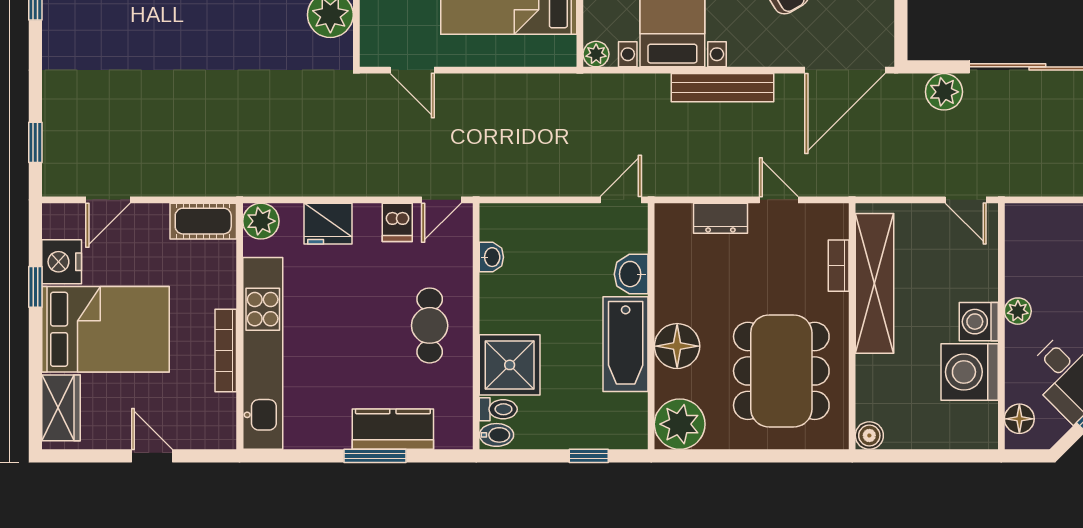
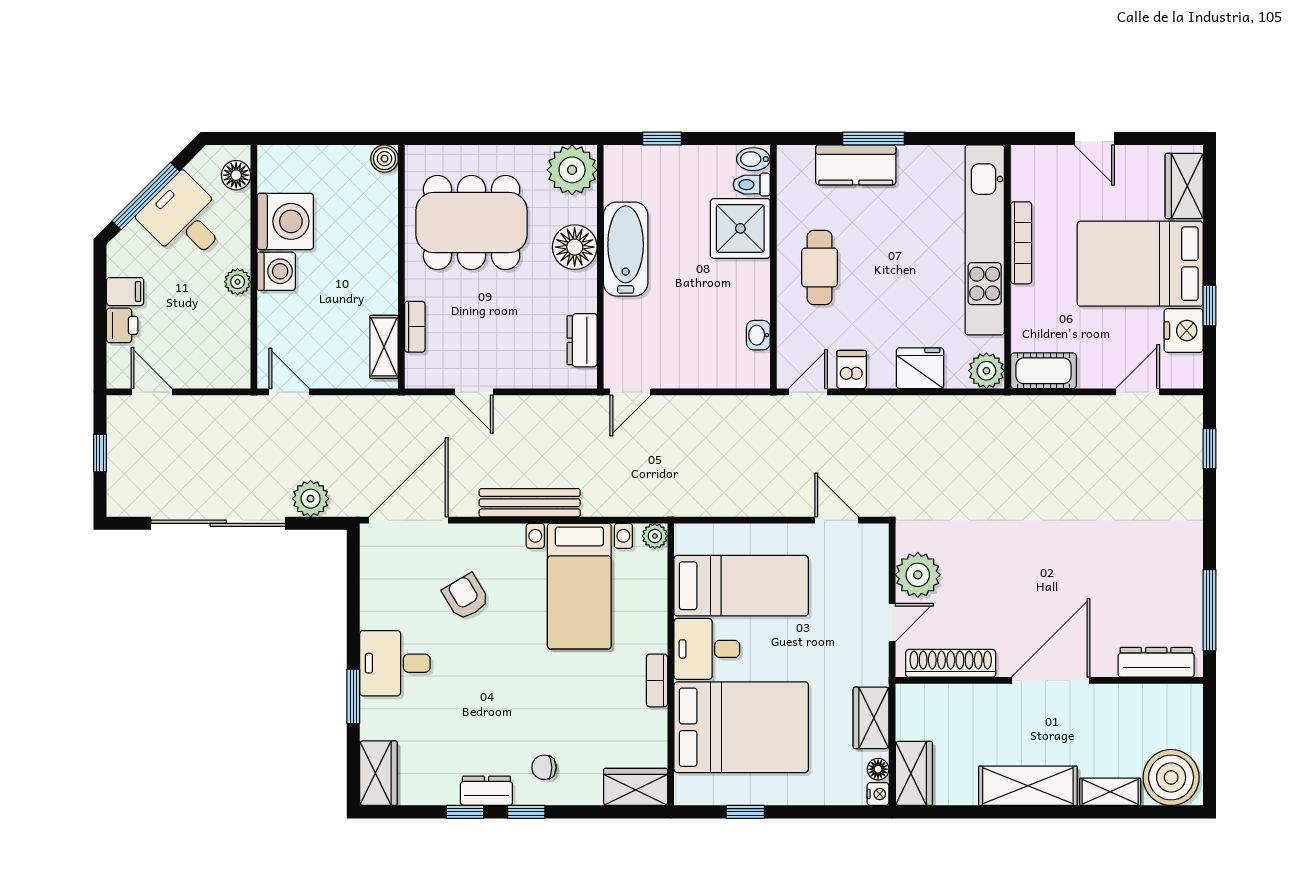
dresser: (720, 218) -> (582, 340), moved, turned -90
washbasin: (631, 274) -> (620, 318), removed
shelving: (875, 283) -> (384, 347), width x0.45, depth x0.75
dining table: (781, 371) -> (472, 222), turned 90

